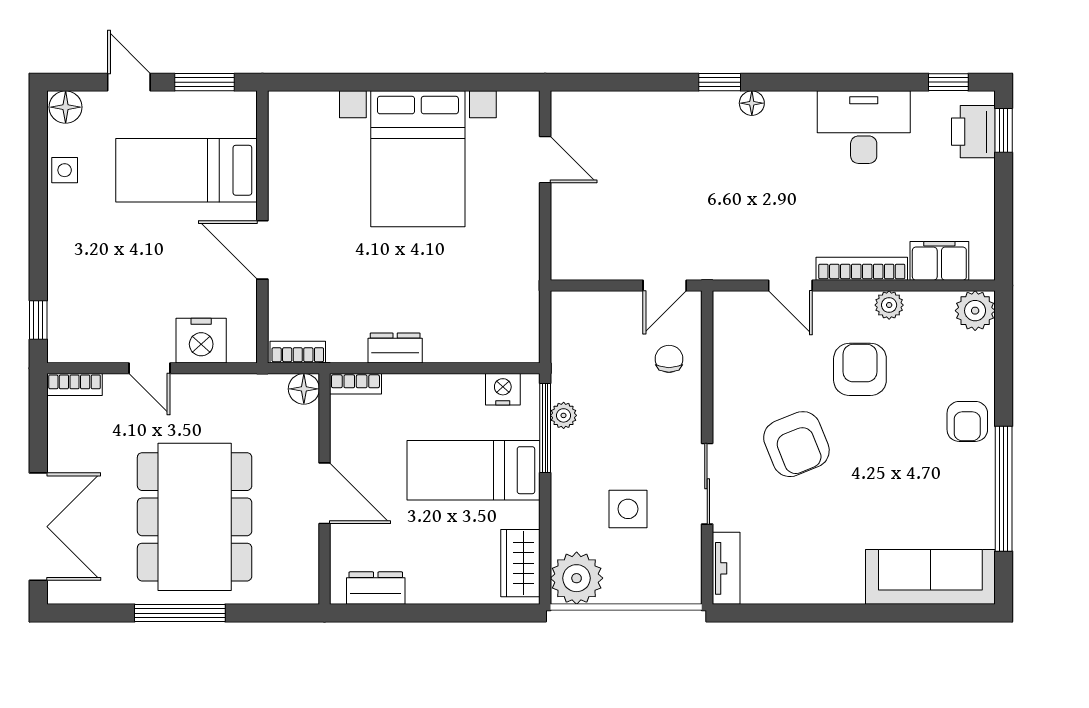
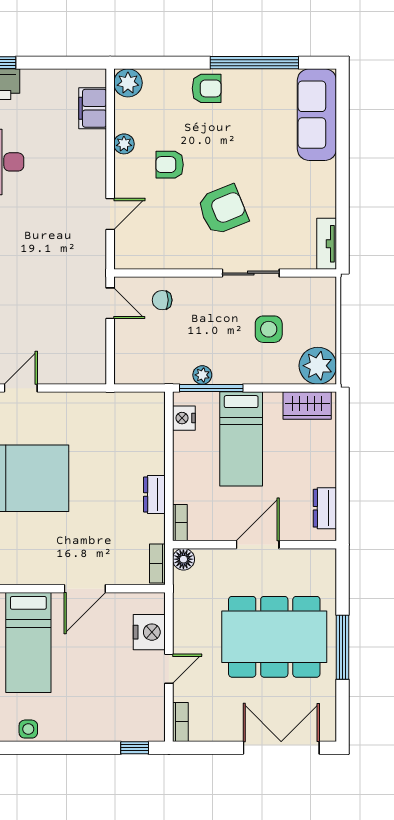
bookcase: (862, 269) -> (98, 163), removed
armchair: (860, 369) -> (170, 165), width x0.72, depth x0.72
tv unit: (726, 568) -> (327, 244), moved, turned -90

